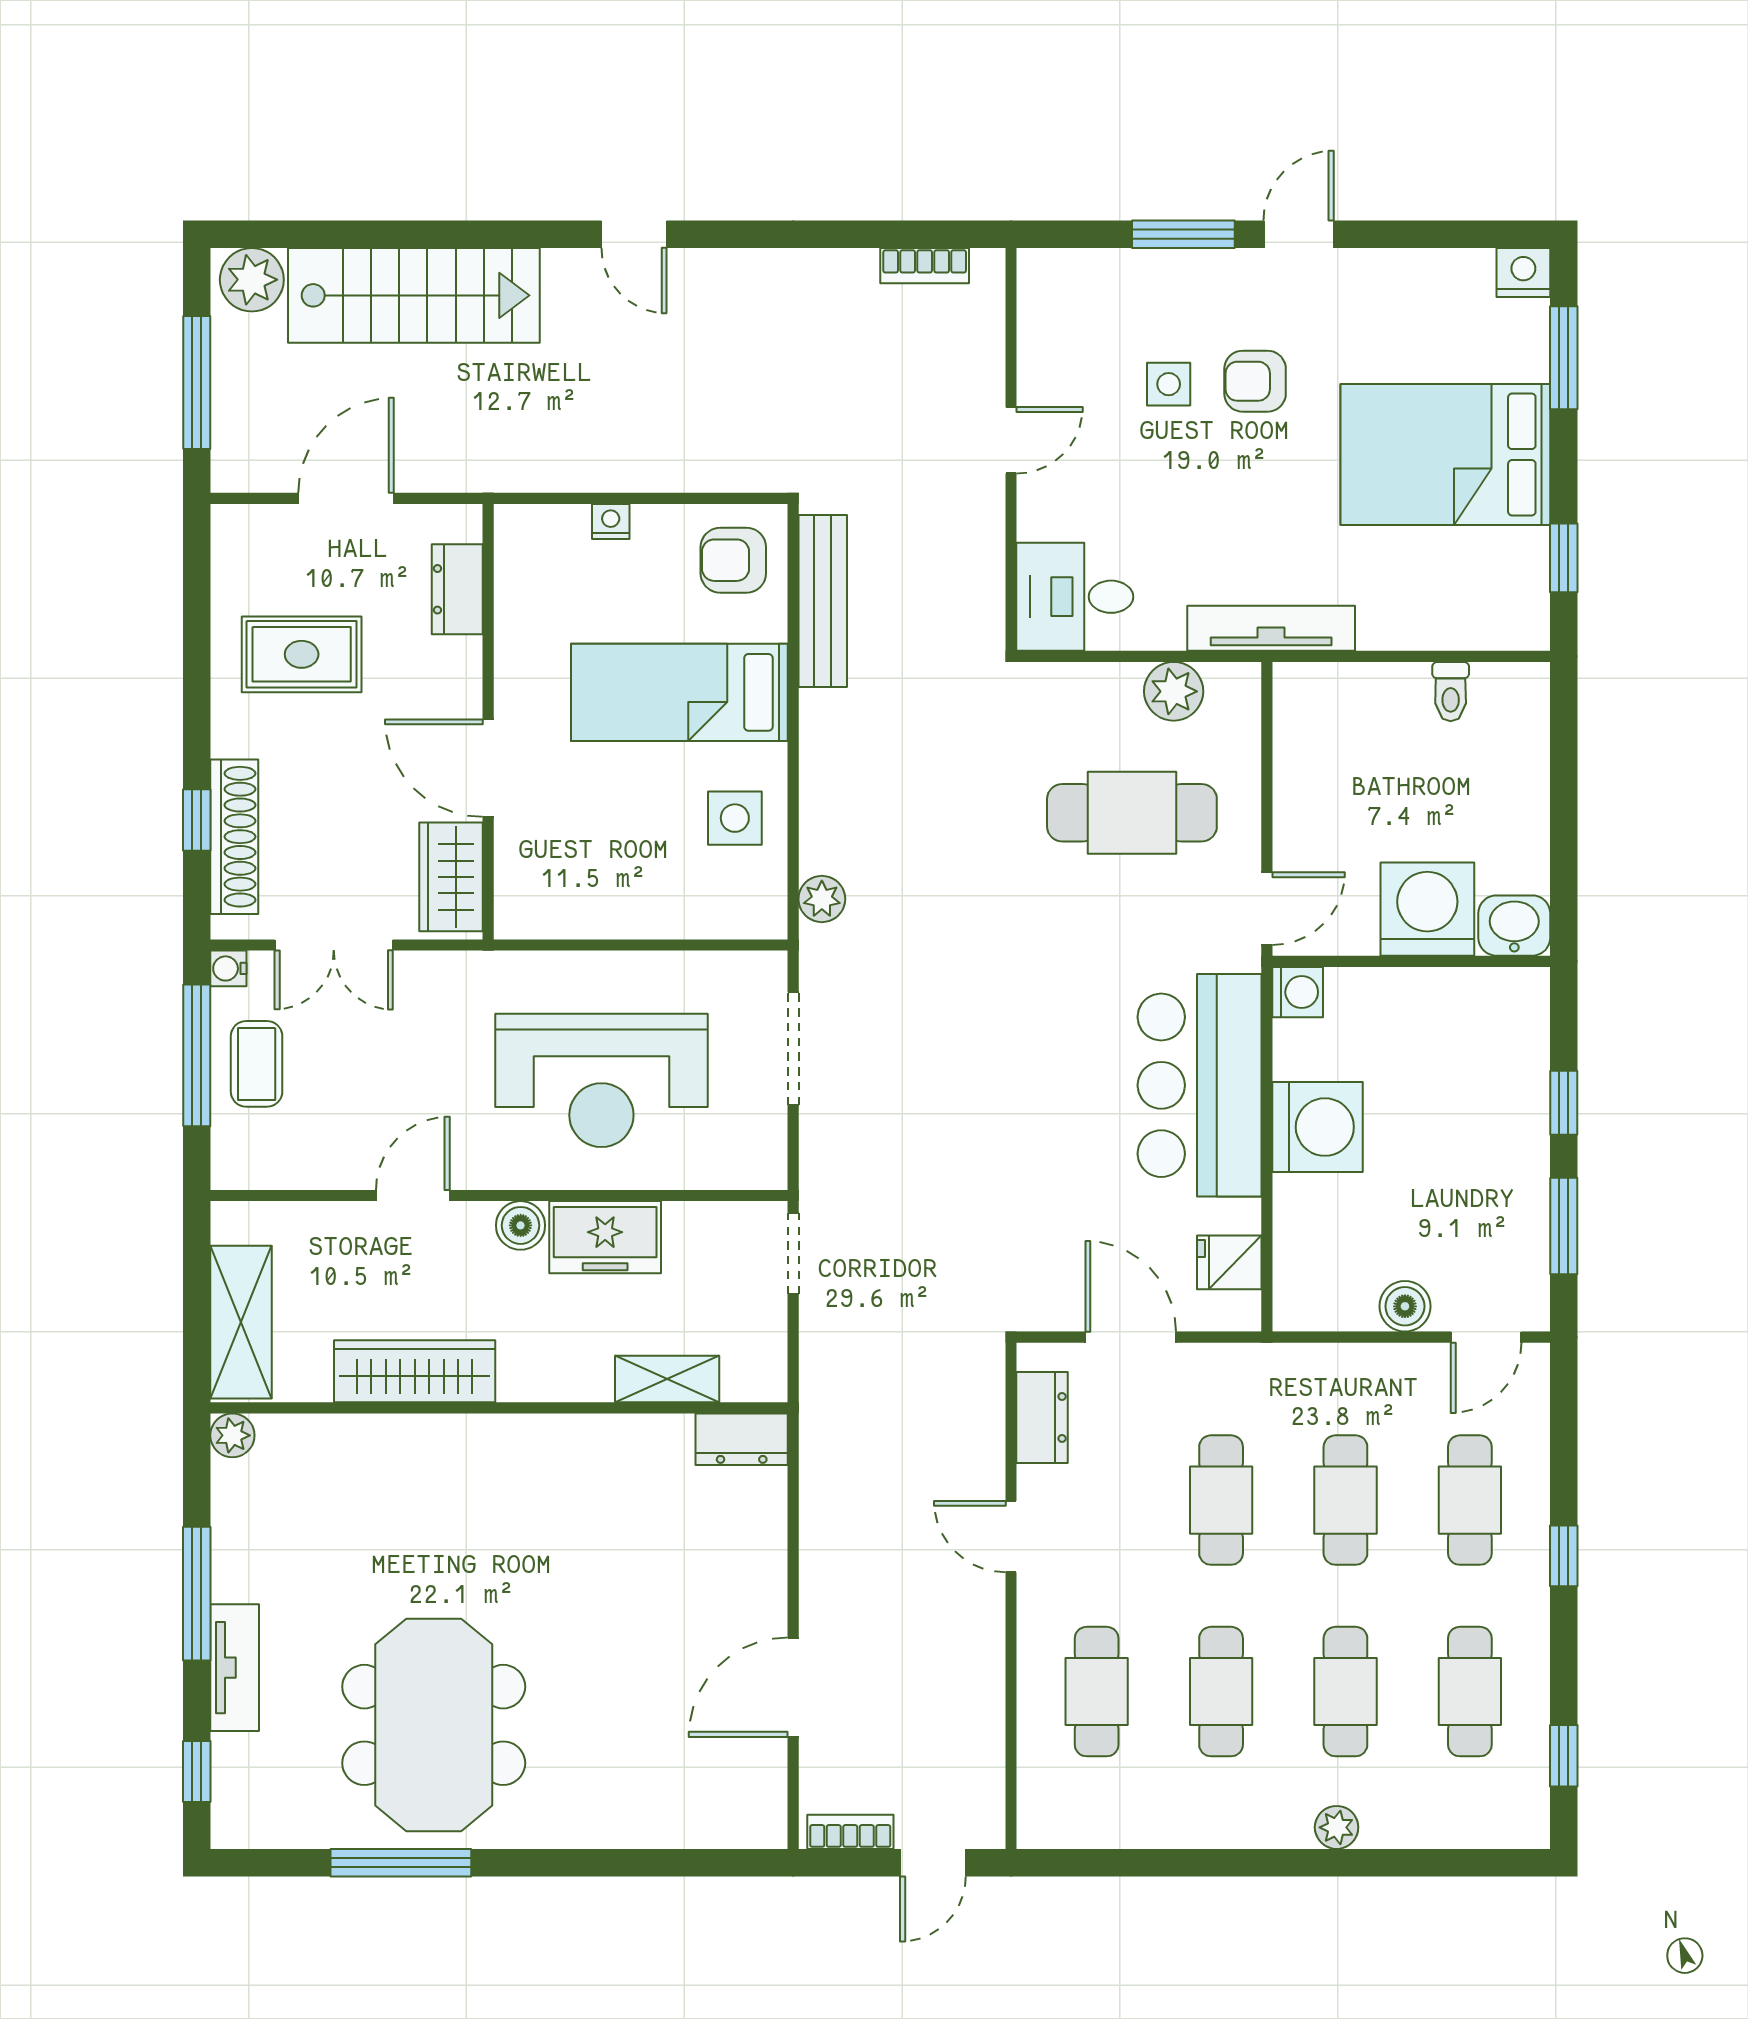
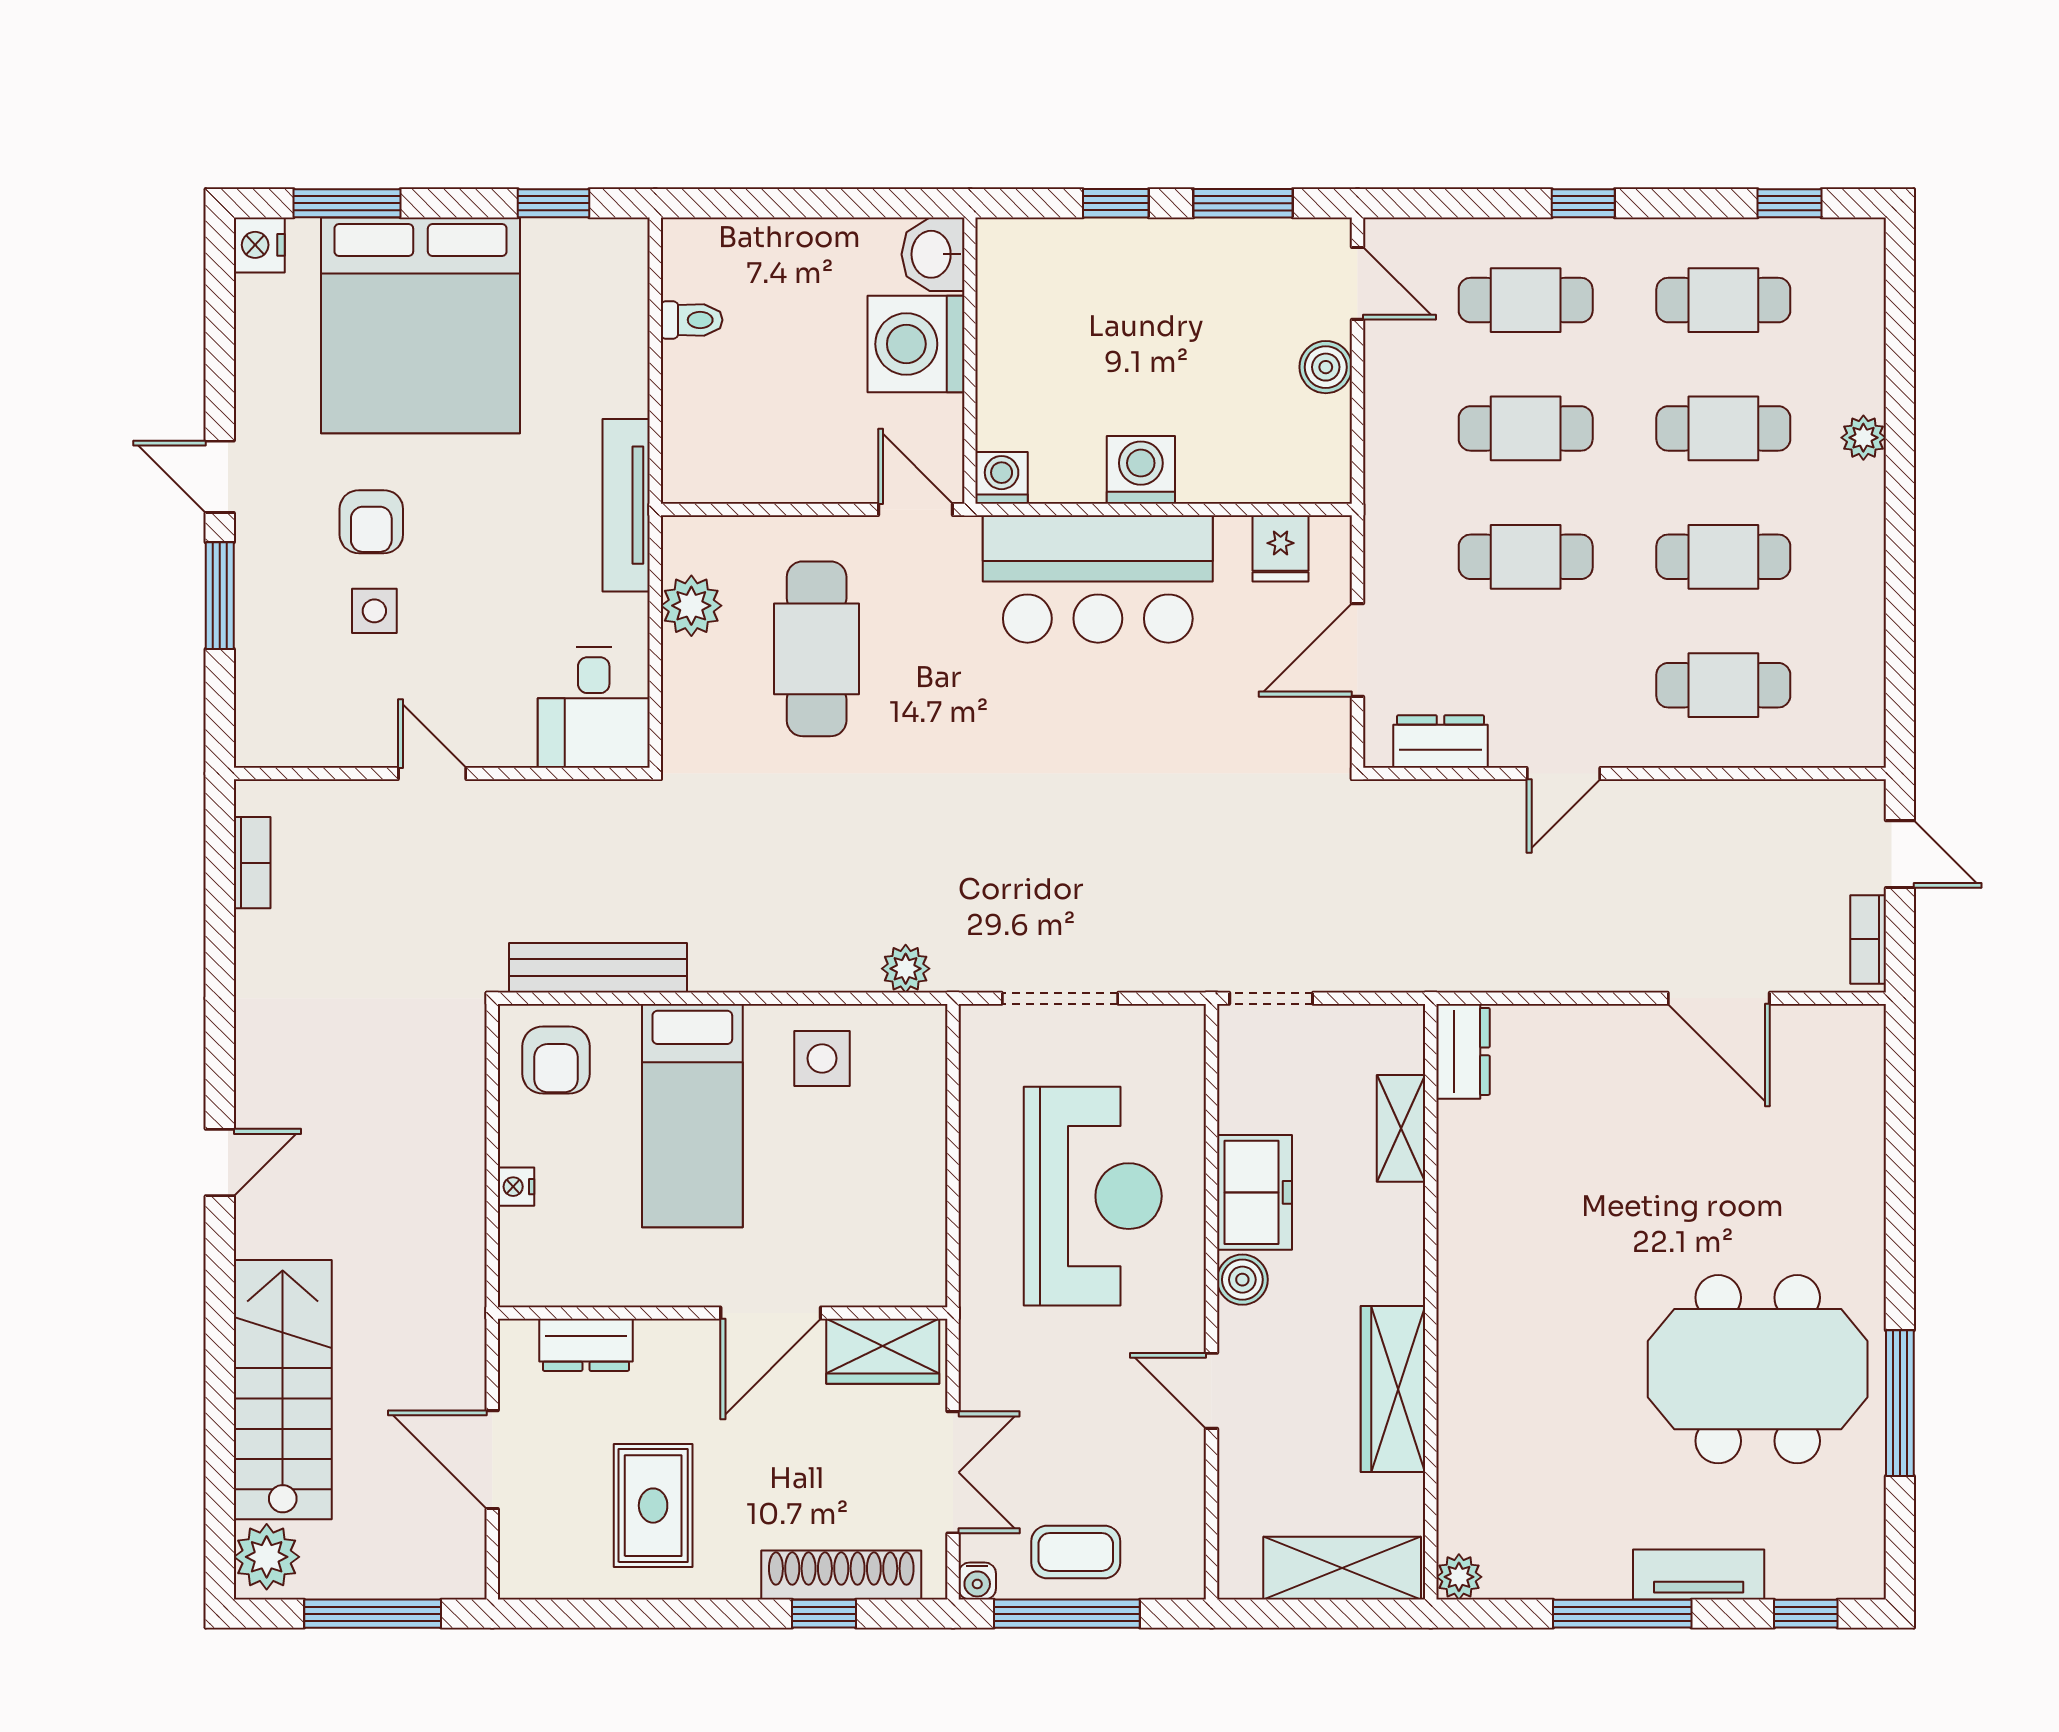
bed: (1445, 455) -> (421, 325), width x1.36
washing machine: (1318, 1127) -> (1141, 470), width x0.73, depth x0.73

